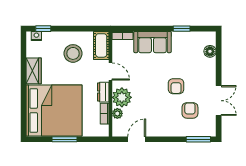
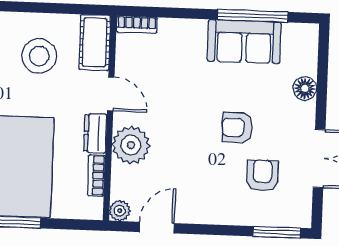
window: (182, 29) -> (253, 16), width x2.17
sofa: (152, 42) -> (244, 42), moved
floor lamp: (210, 51) -> (305, 88), moved
armchair: (176, 86) -> (237, 127), turned 90
plant: (117, 113) -> (120, 211), moved

